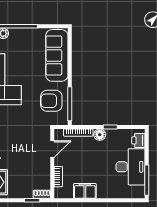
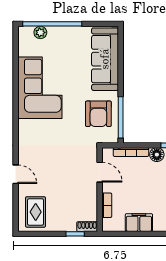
armchair: (51, 101) -> (98, 114), turned -90
door: (52, 149) -> (100, 172), hinge flipped

